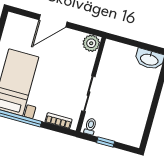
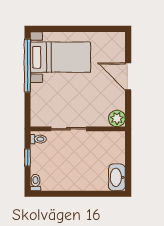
bookcase: (59, 121) -> (35, 108), removed
toilet: (132, 141) -> (35, 183), added

